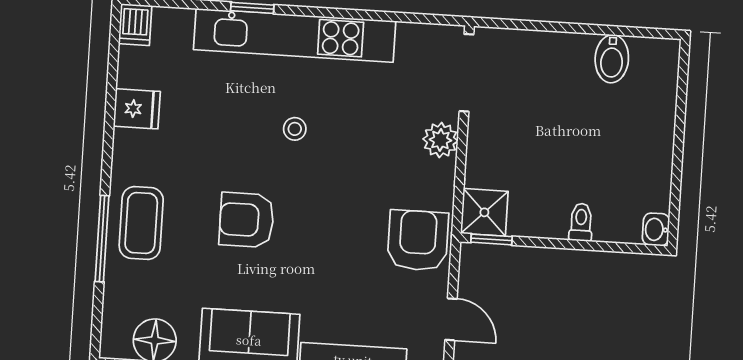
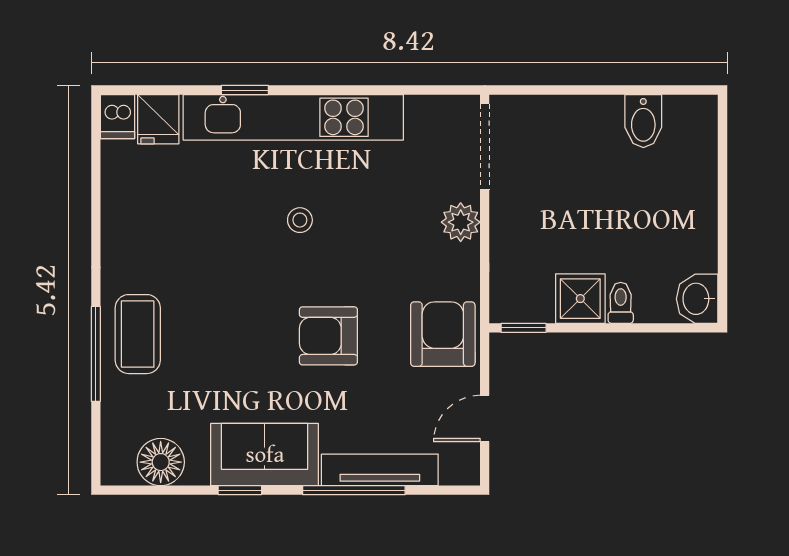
fridge: (137, 109) -> (158, 119), moved, turned 90
shower: (484, 212) -> (580, 299), moved
armchair: (247, 220) -> (328, 336), moved
washbasin: (656, 229) -> (697, 299), width x1.38, depth x1.45
door: (451, 319) -> (485, 418), swing flipped

